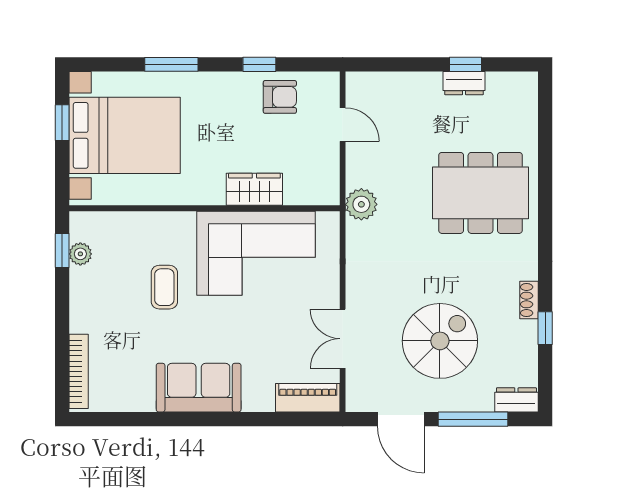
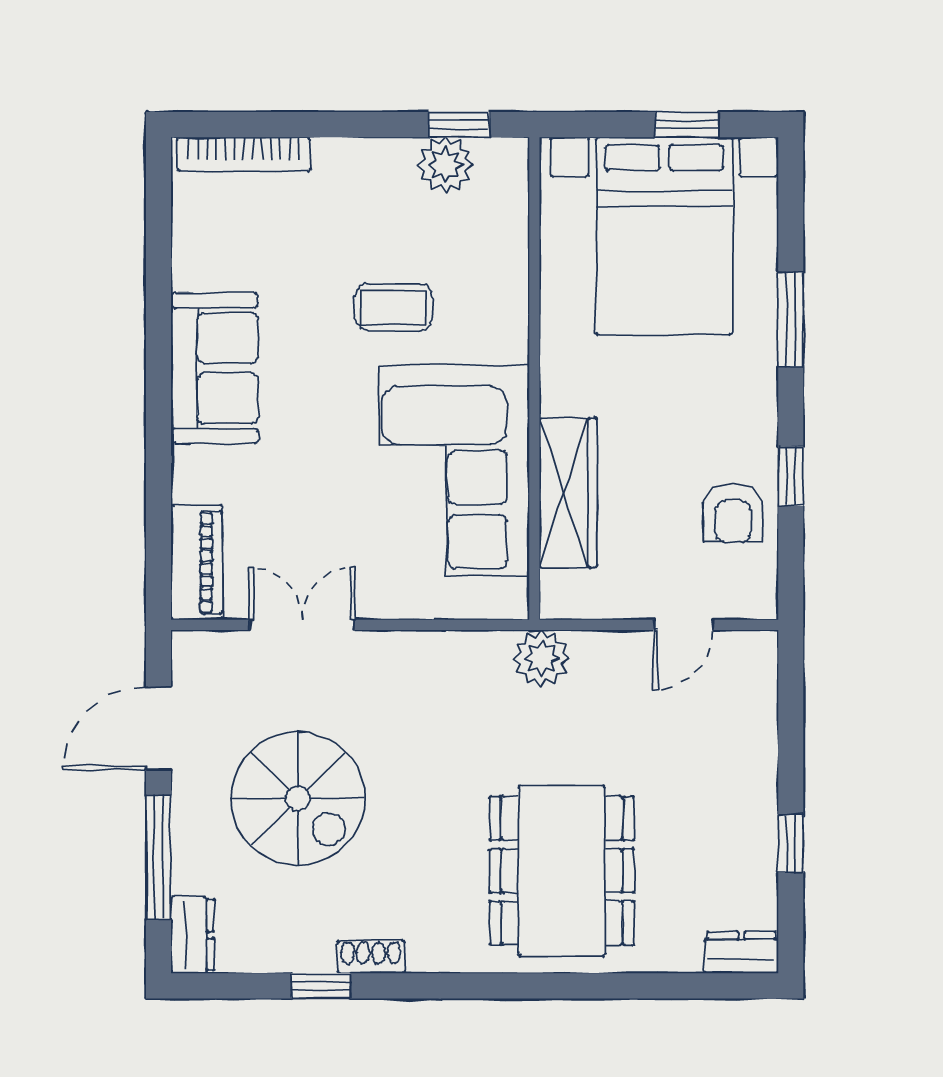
dresser: (464, 83) -> (741, 952), moved, turned 90
wardrobe: (254, 189) -> (568, 493), width x1.50
plant: (80, 254) -> (445, 165), width x1.38, depth x1.38

